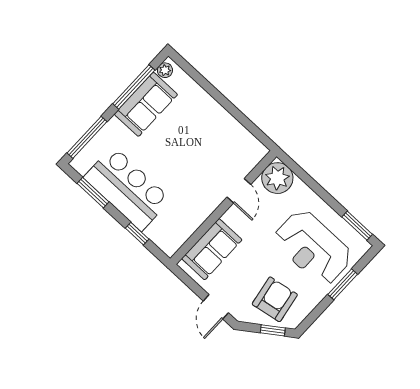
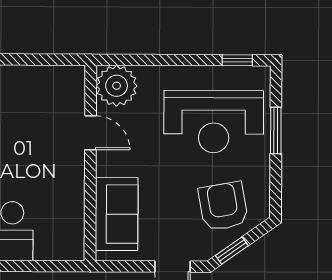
window: (357, 226) -> (237, 60), width x0.67
window: (137, 234) -> (30, 266), removed
window: (273, 330) -> (232, 251), moved

